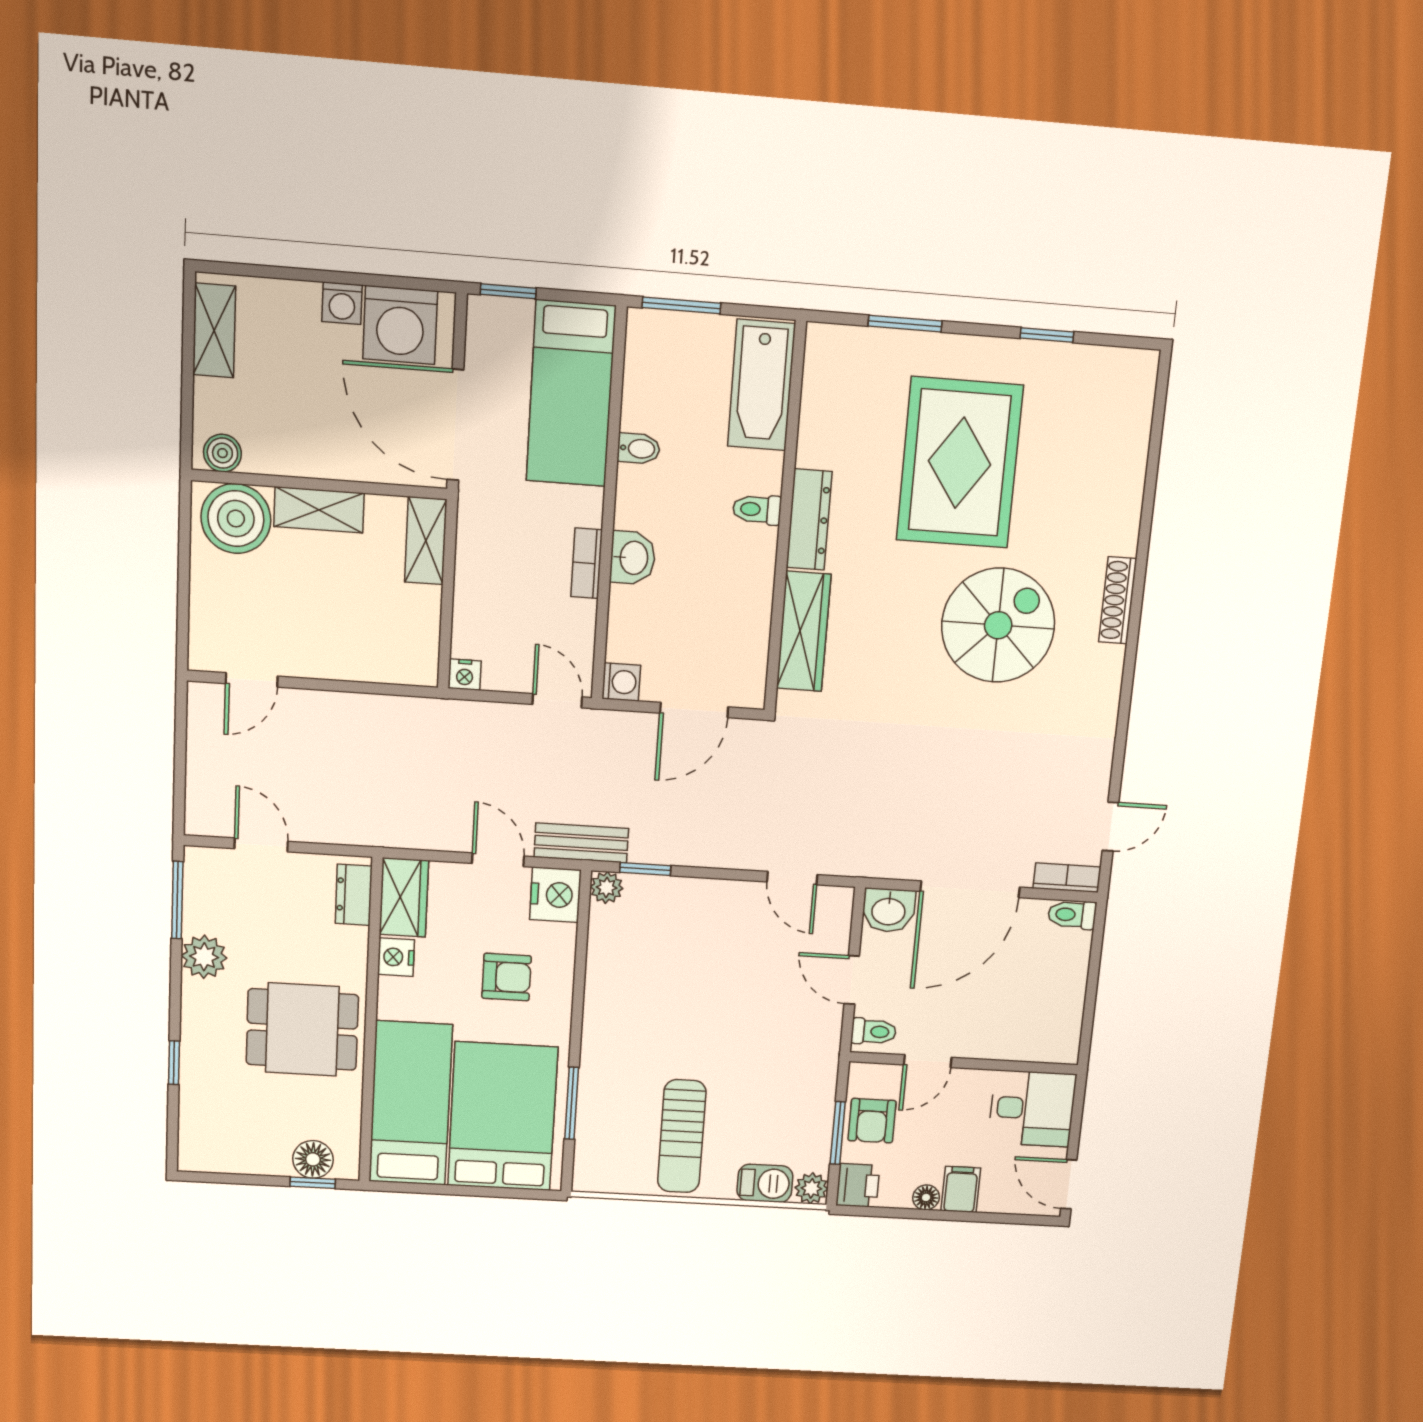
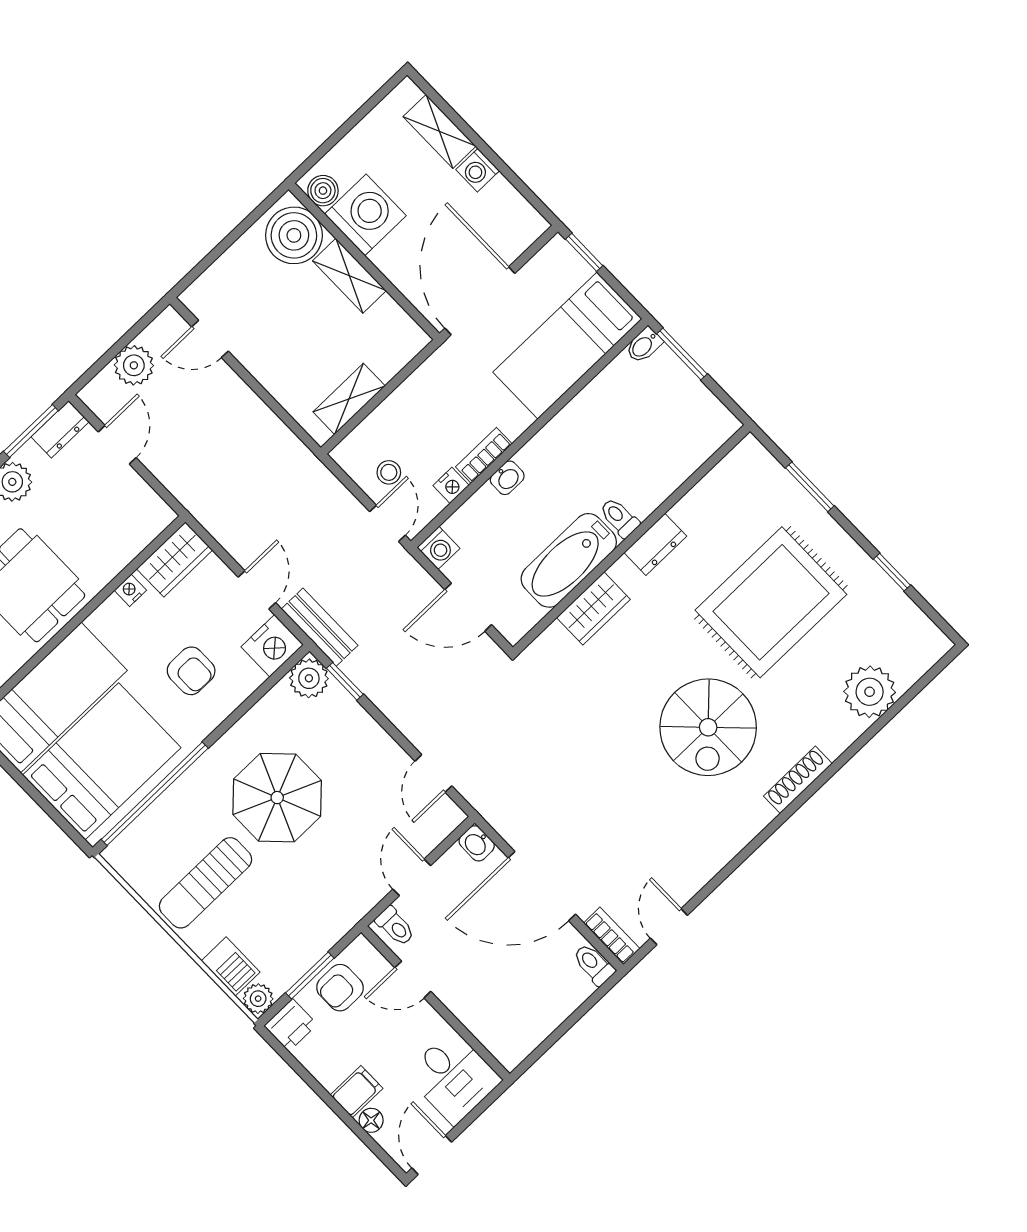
washing machine: (400, 325) -> (365, 215), moved, turned 180
shelving: (214, 330) -> (440, 131), moved, turned 90
bathtub: (761, 385) -> (569, 560), moved
bidet: (639, 449) -> (644, 345), moved, turned 90
plant: (1117, 464) -> (870, 692), added
dresser: (809, 520) -> (655, 544), width x0.70
shelving: (426, 541) -> (349, 399), moved
washbasin: (633, 558) -> (507, 478), width x0.72, depth x0.69
spiral stairs: (998, 625) -> (708, 727), turned 90
wardrobe: (804, 631) -> (593, 608), width x0.67
stool: (517, 655) -> (389, 472), added
nightstand: (465, 675) -> (451, 485), moved, turned -90
plant: (209, 764) -> (134, 365), added
door: (1110, 827) -> (669, 927), swing flipped
plant: (607, 888) -> (309, 678), width x1.38, depth x1.38
dresser: (354, 895) -> (60, 429), moved, turned 180
washbasin: (889, 910) -> (477, 843), width x0.72, depth x0.69
nightstand: (396, 957) -> (130, 590), width x0.72, depth x0.74
parasol: (677, 1016) -> (277, 798), added
window: (572, 1103) -> (155, 794), width x2.11
floor lamp: (926, 1197) -> (371, 1120), moved

